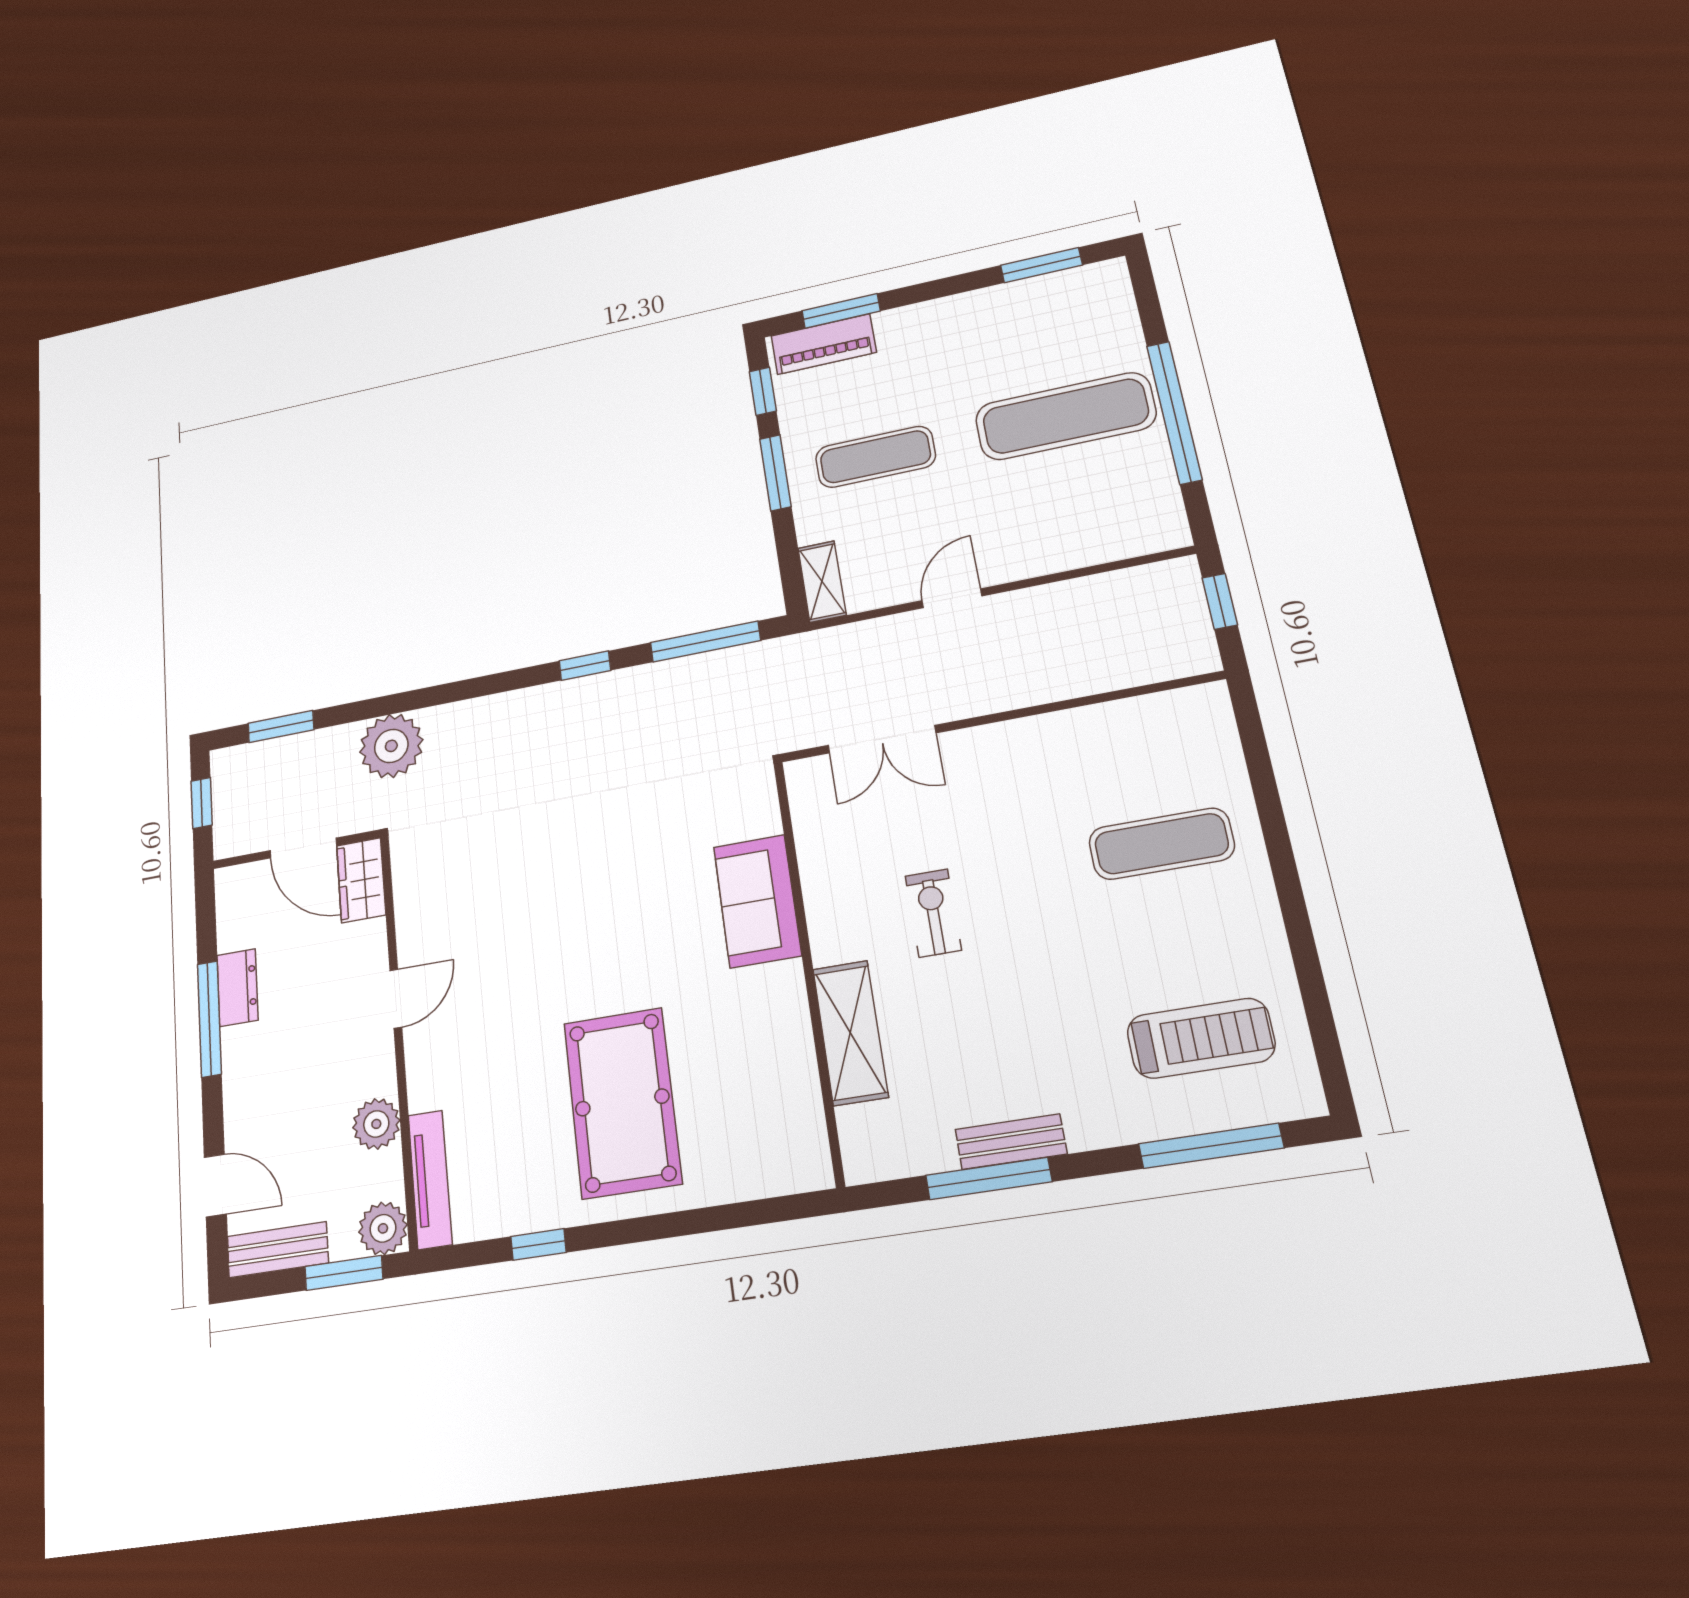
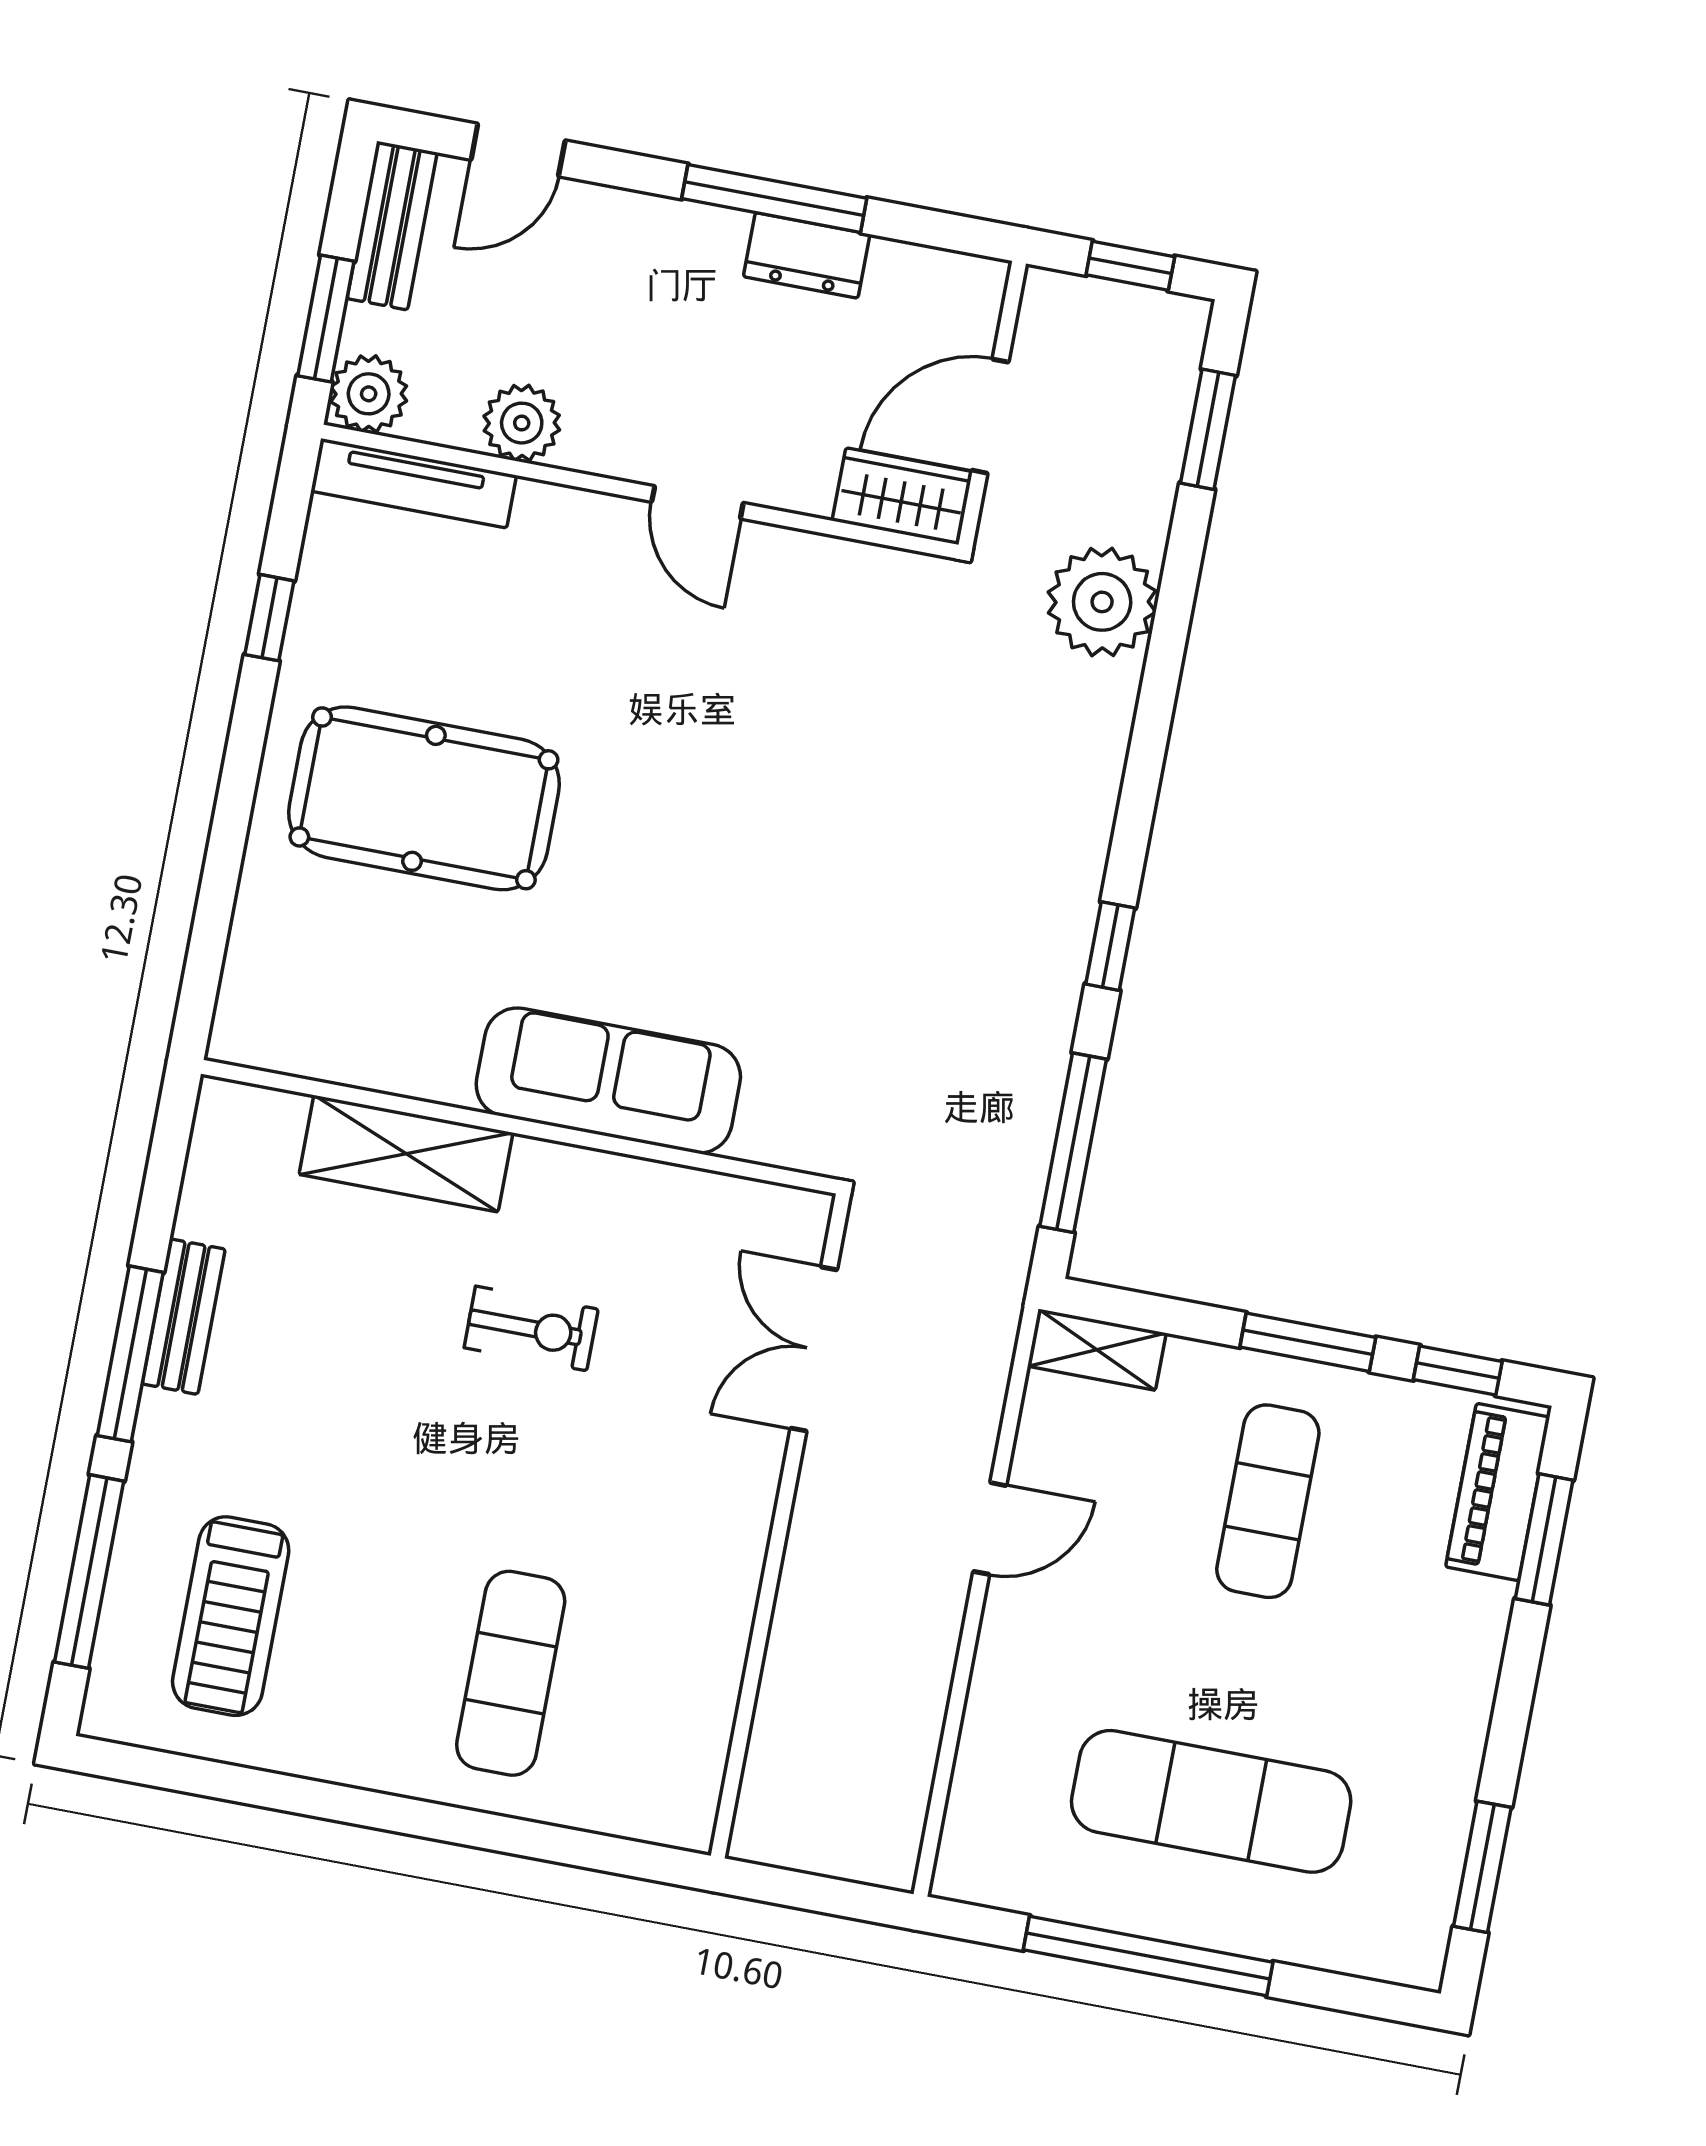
exercise mat: (1065, 416) -> (1211, 1801), turned 90
door: (952, 598) -> (990, 1528), hinge flipped
window: (1220, 601) -> (828, 1896), removed
sofa: (757, 901) -> (608, 1080), width x1.36
window: (989, 1178) -> (130, 1354), moved

